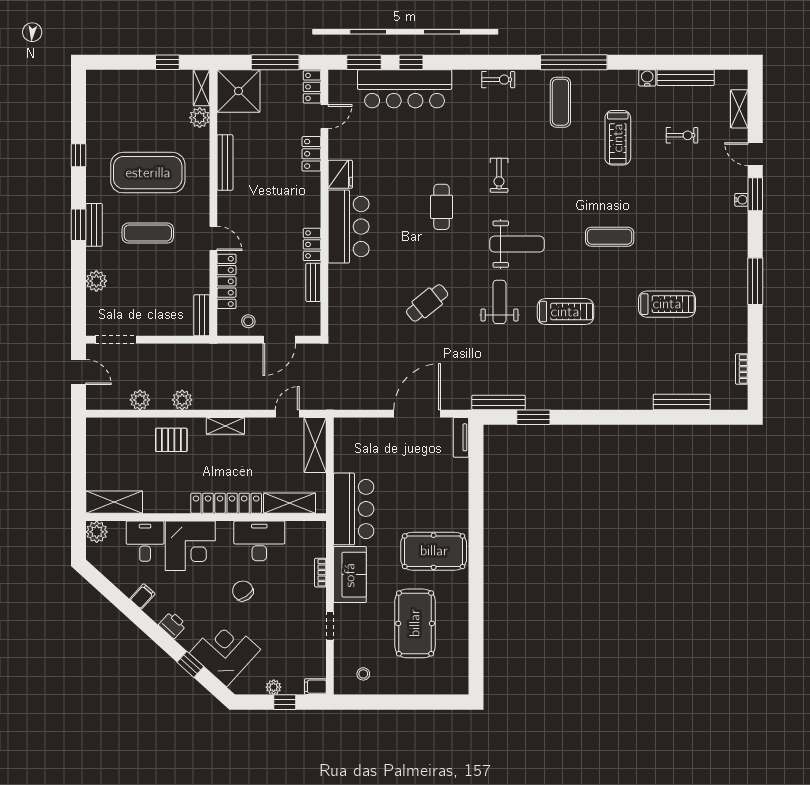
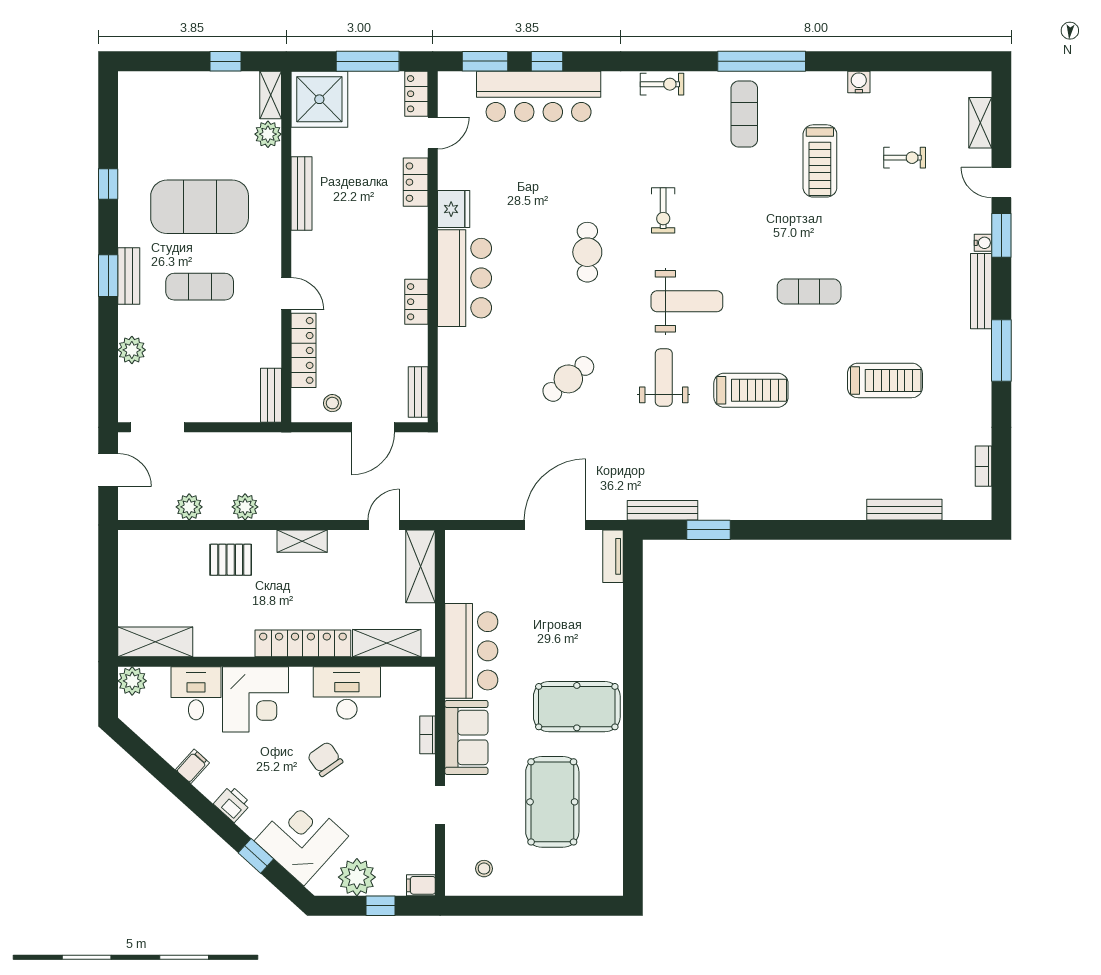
bench: (686, 78) -> (981, 291), moved, turned 90
bench: (313, 282) -> (418, 392), moved
plant: (274, 687) -> (357, 877), width x1.87, depth x1.87

